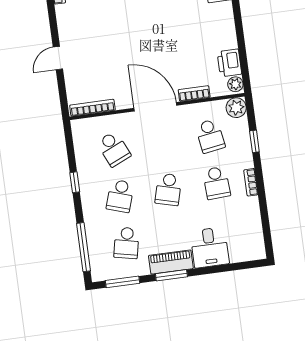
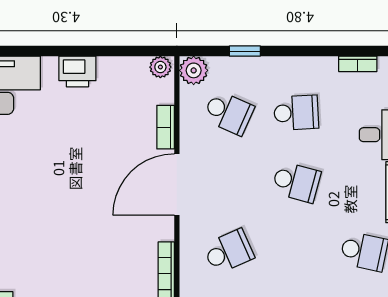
printer: (229, 63) -> (77, 72), moved
school desk: (210, 136) -> (229, 113), turned 33
bookcase: (251, 182) -> (358, 64), moved
school desk: (120, 196) -> (296, 251), removed

